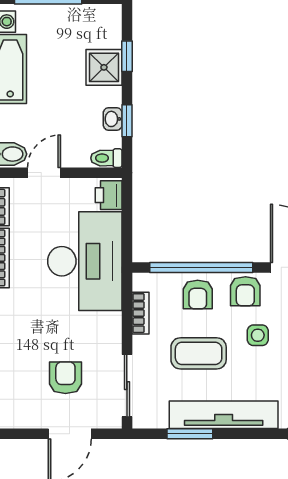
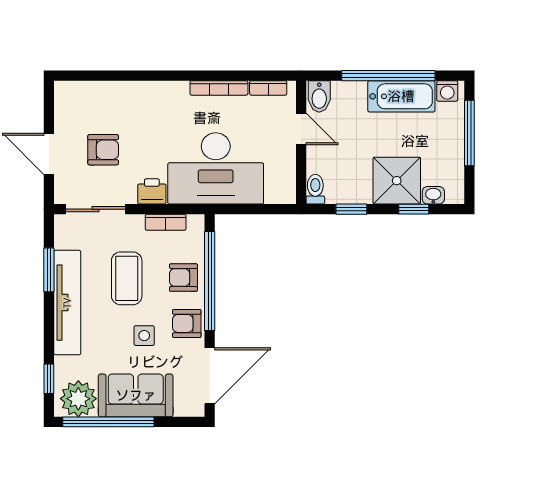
shower: (104, 67) -> (397, 181), width x1.36, depth x1.36
washbasin: (113, 119) -> (433, 195), moved
printer: (109, 195) -> (152, 191), moved

